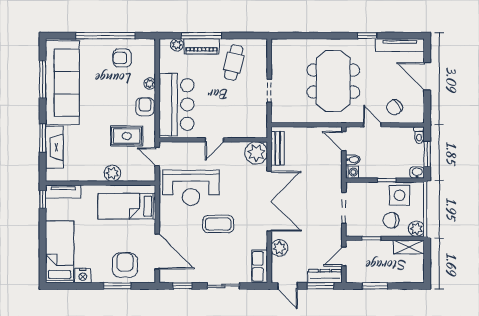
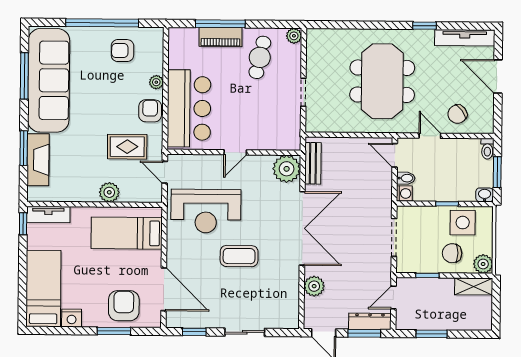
plant: (177, 45) -> (294, 36), moved
row of seats: (260, 266) -> (290, 309), removed

